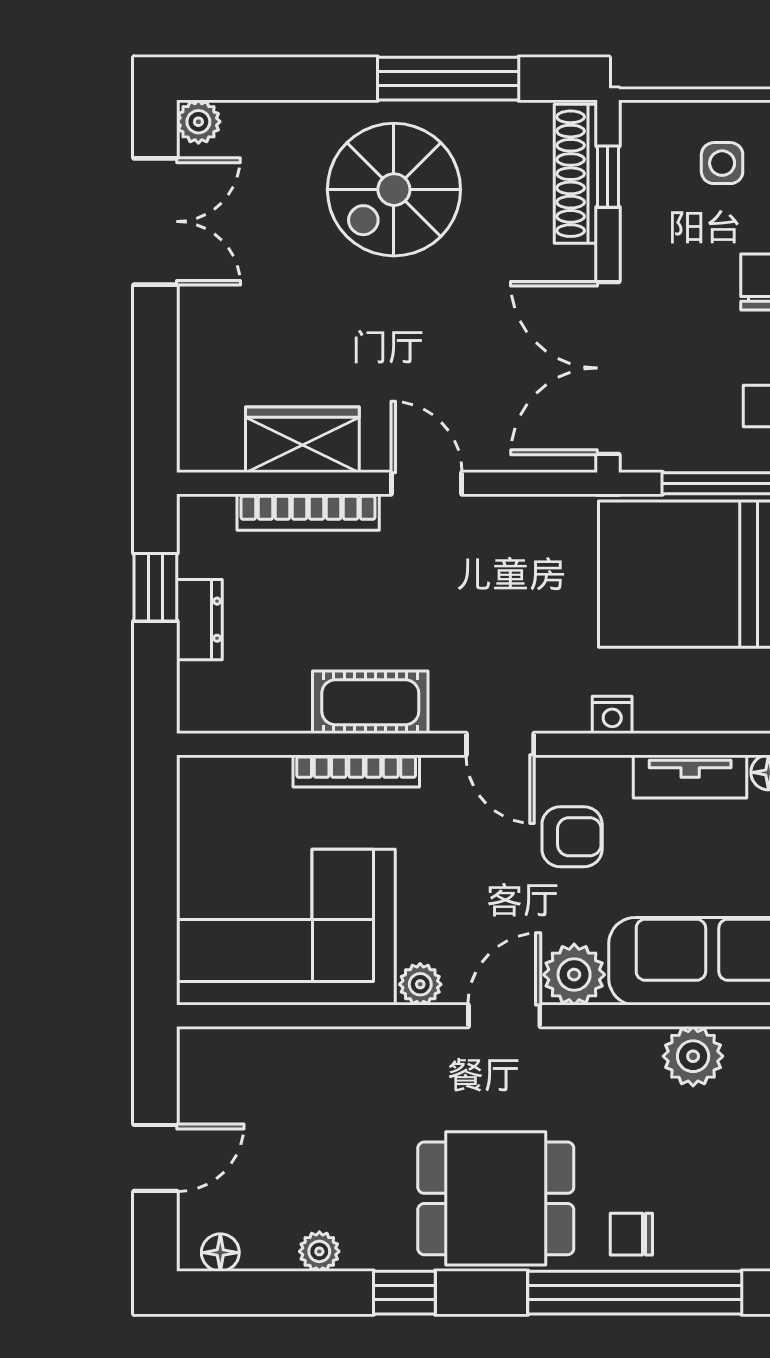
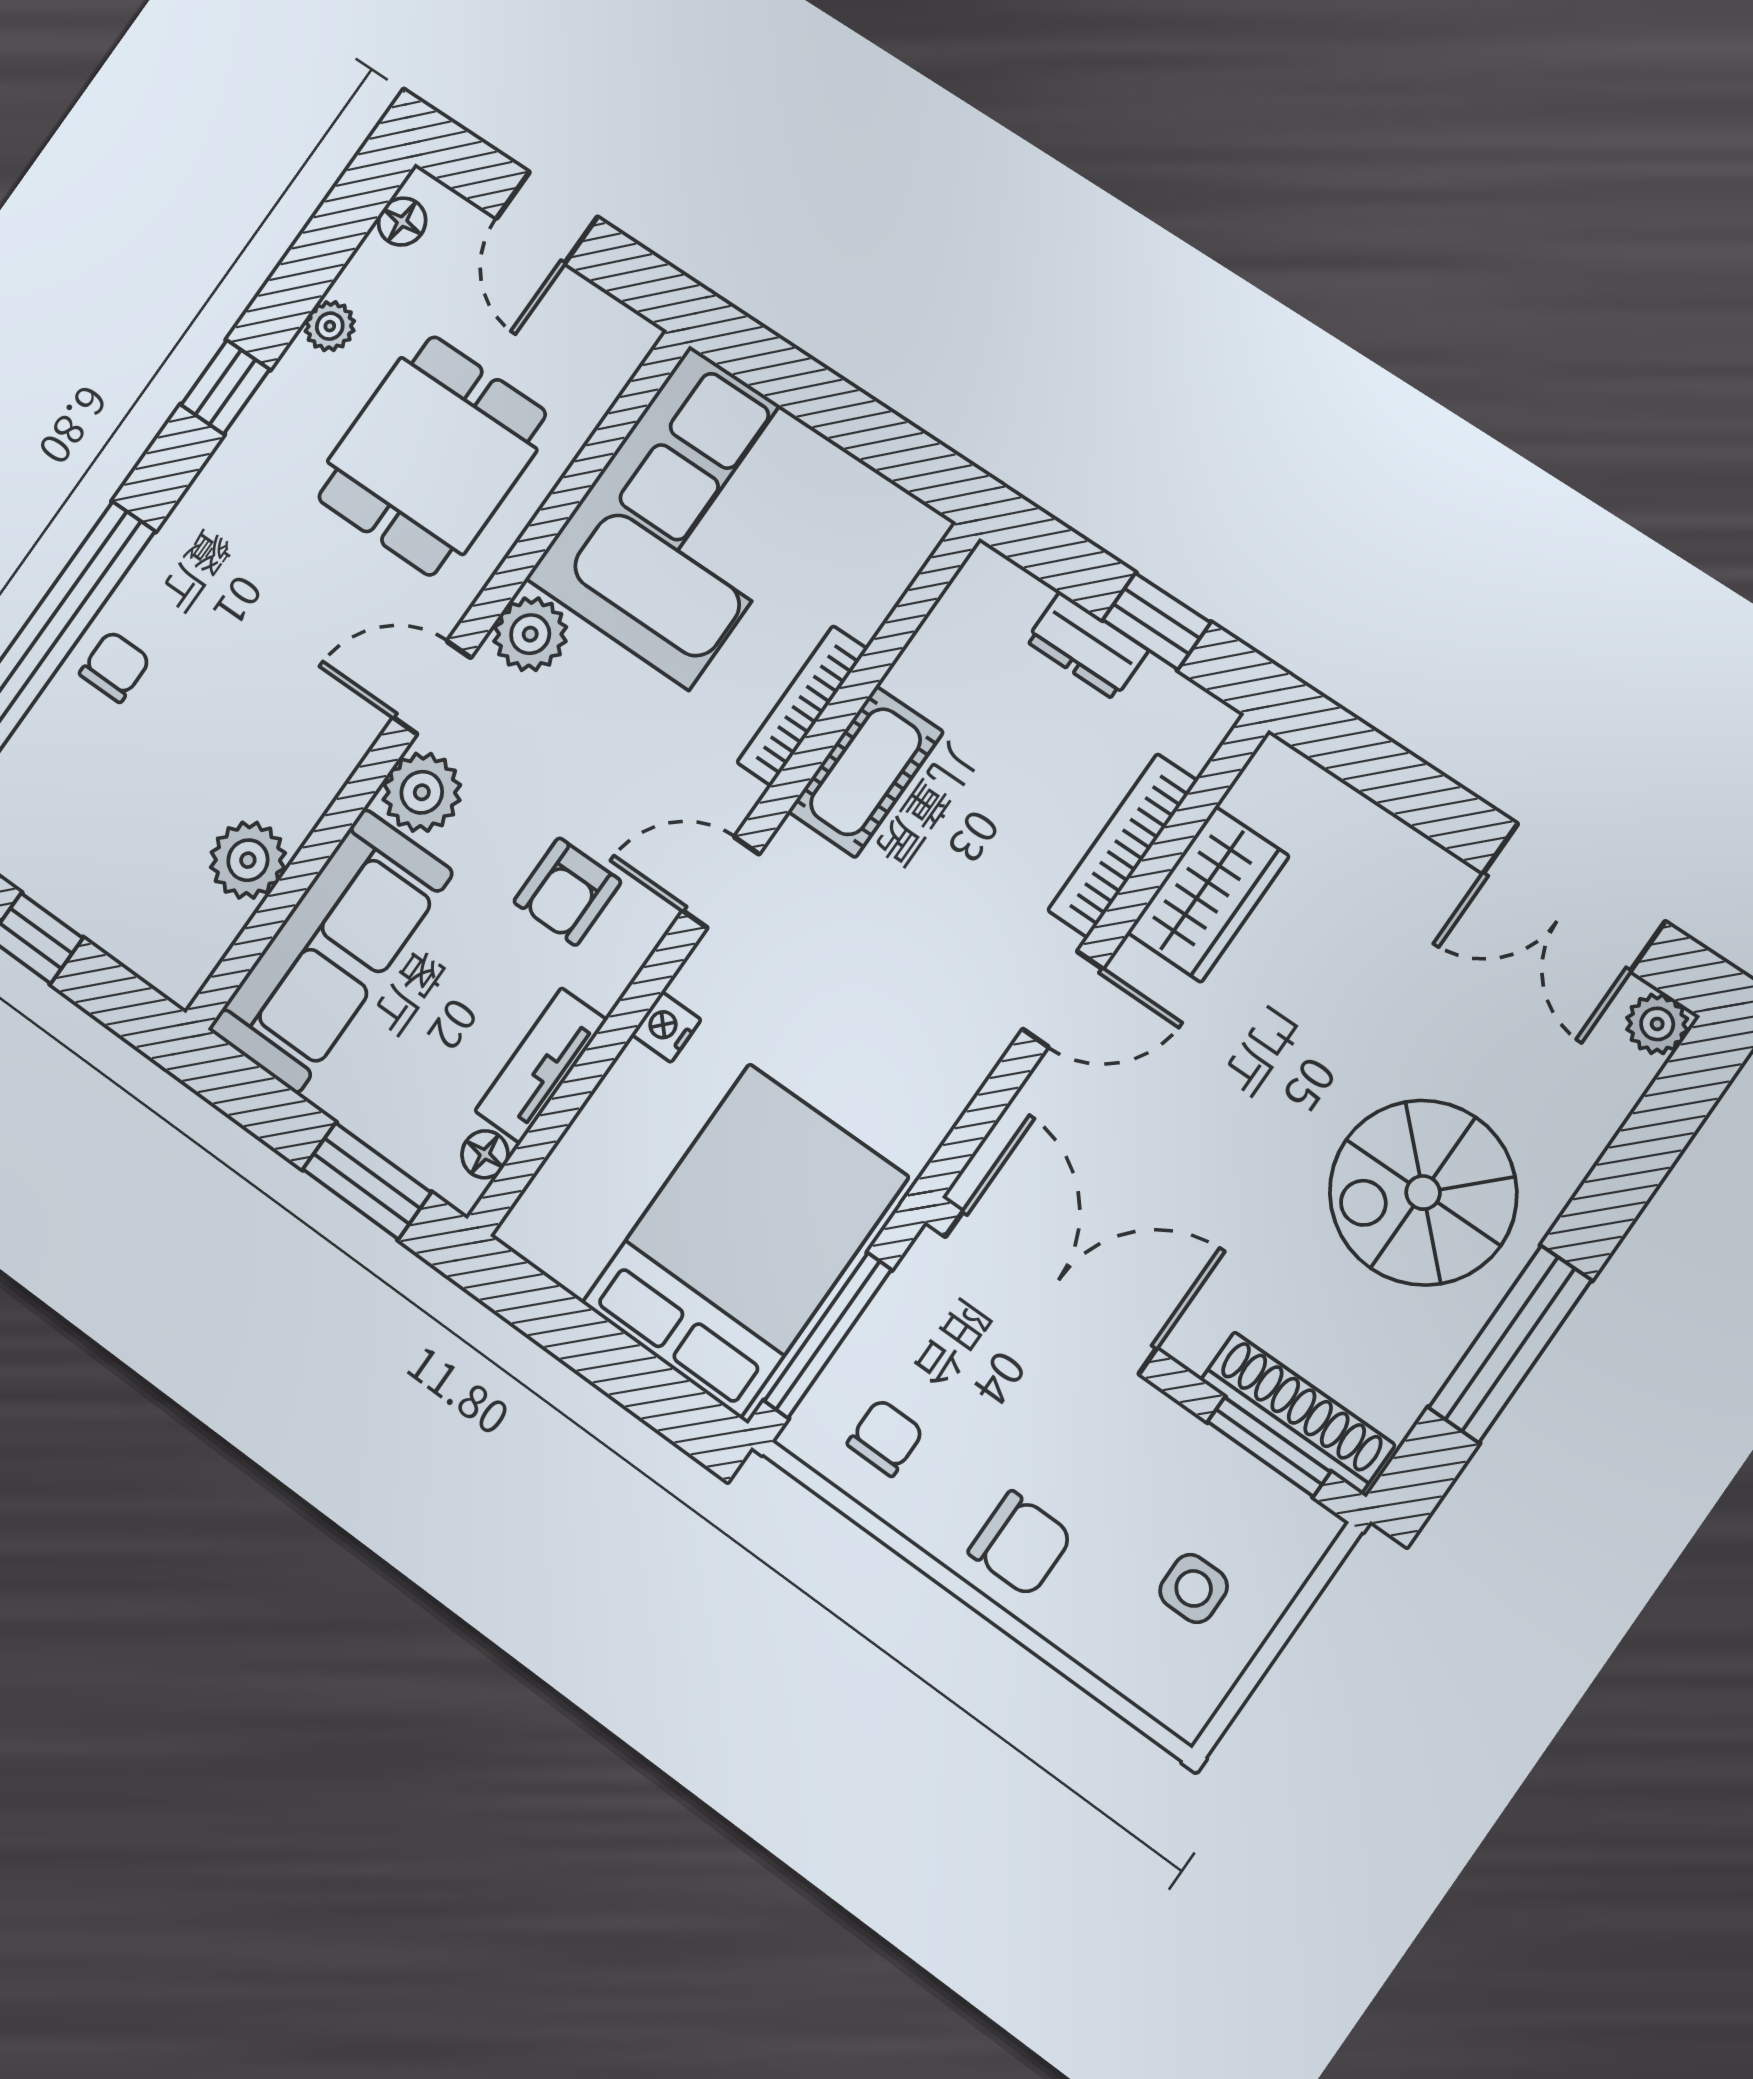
window: (608, 177) -> (1269, 1447), width x1.50
spiral stairs: (394, 190) -> (1423, 1193), turned -90
plant: (420, 984) -> (530, 634), width x1.38, depth x1.38
door: (504, 1016) -> (432, 687), swing flipped
dining table: (496, 1198) -> (432, 456), moved

